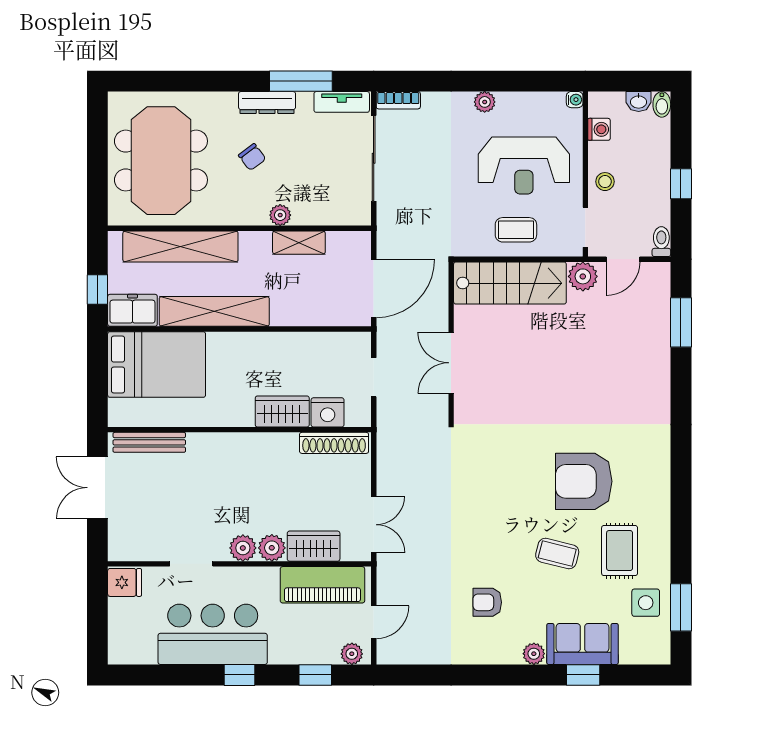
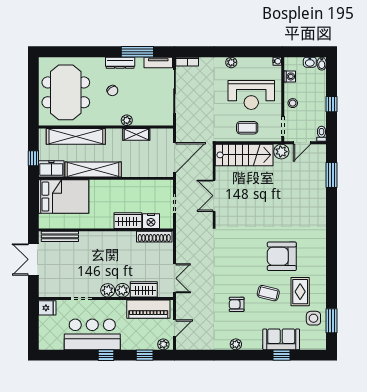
armchair: (487, 602) -> (237, 304), moved
plant: (534, 654) -> (236, 344), moved

